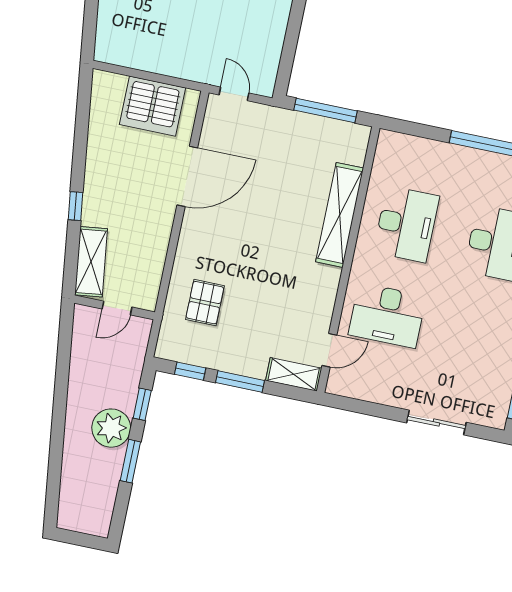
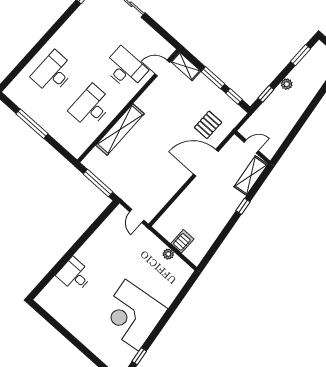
plant: (150, 63) -> (168, 254), added
server rack: (152, 106) -> (182, 241), width x0.46, depth x0.70
door: (187, 176) -> (206, 163), moved
plant: (111, 428) -> (287, 84), width x0.53, depth x0.53
window: (130, 461) -> (301, 55), moved

